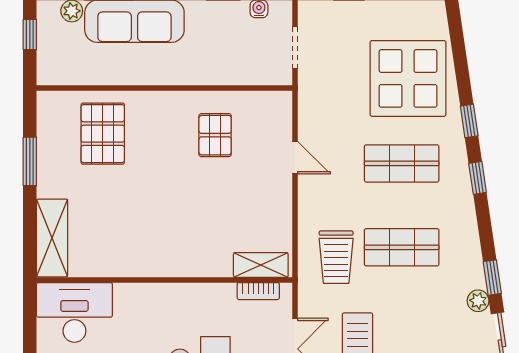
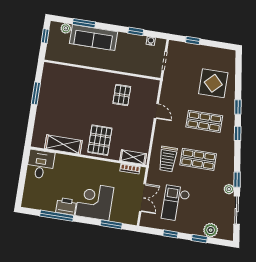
display table: (408, 78) -> (213, 83), width x0.73, depth x0.73
pallet: (103, 134) -> (100, 140), moved
shelving: (52, 238) -> (63, 144), moved, turned 90
desk: (74, 312) -> (41, 164), width x0.73

